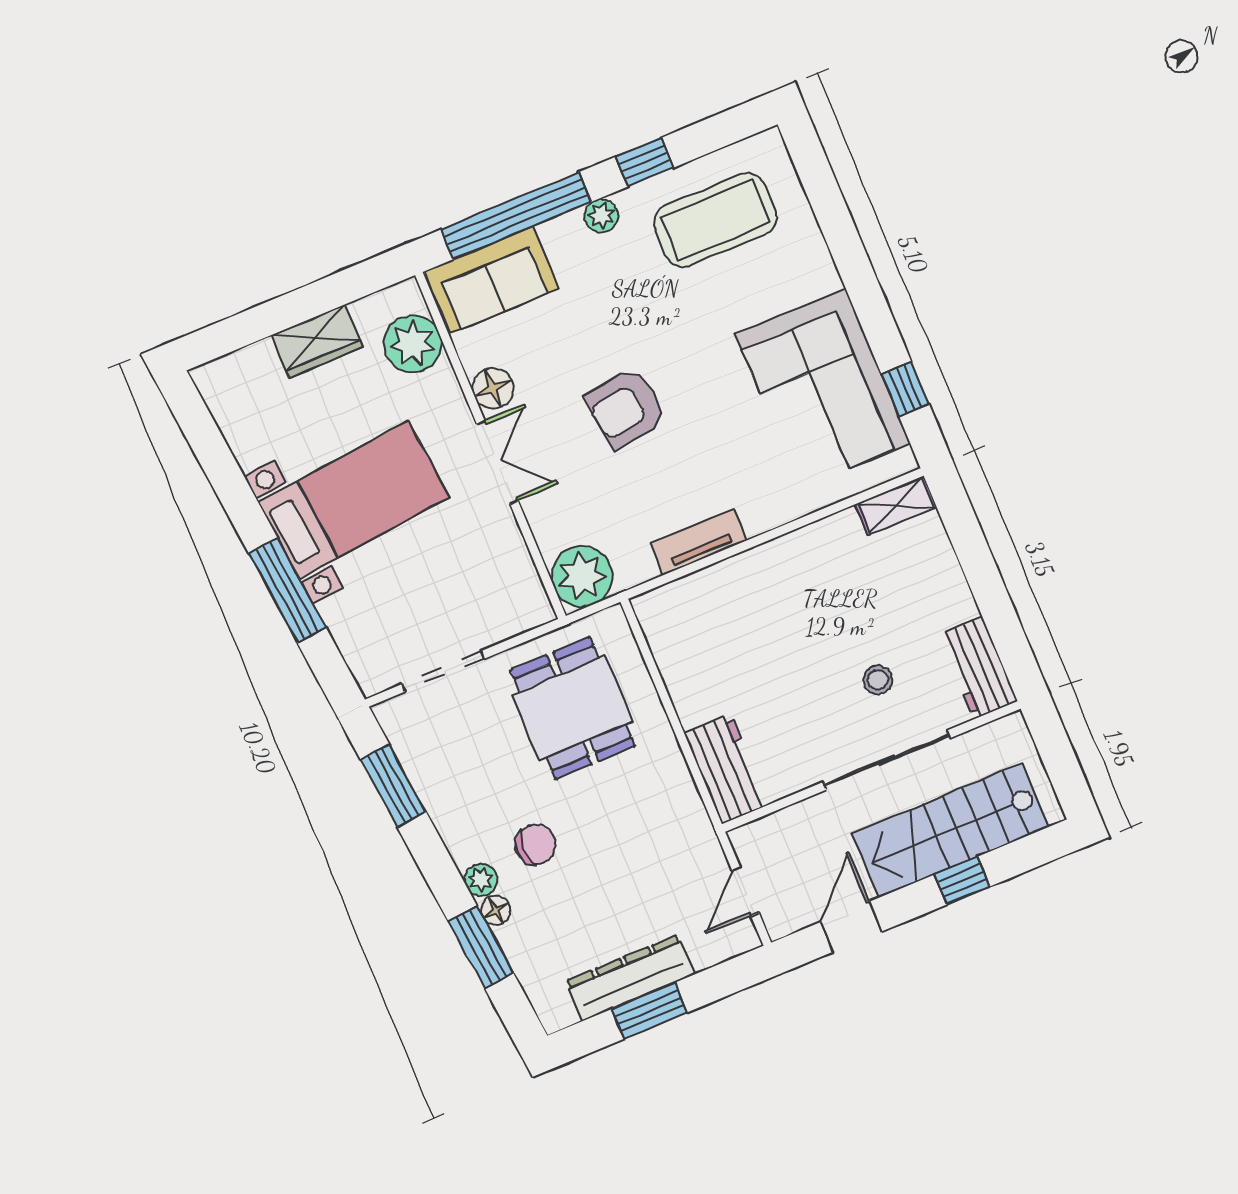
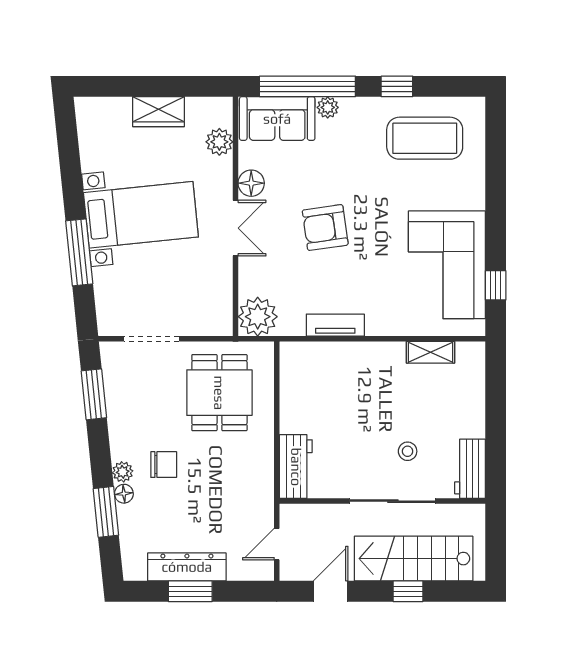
plant: (601, 216) -> (328, 107), moved
plant: (413, 344) -> (219, 142), width x0.73, depth x0.73
shelving: (896, 506) -> (431, 352), moved

